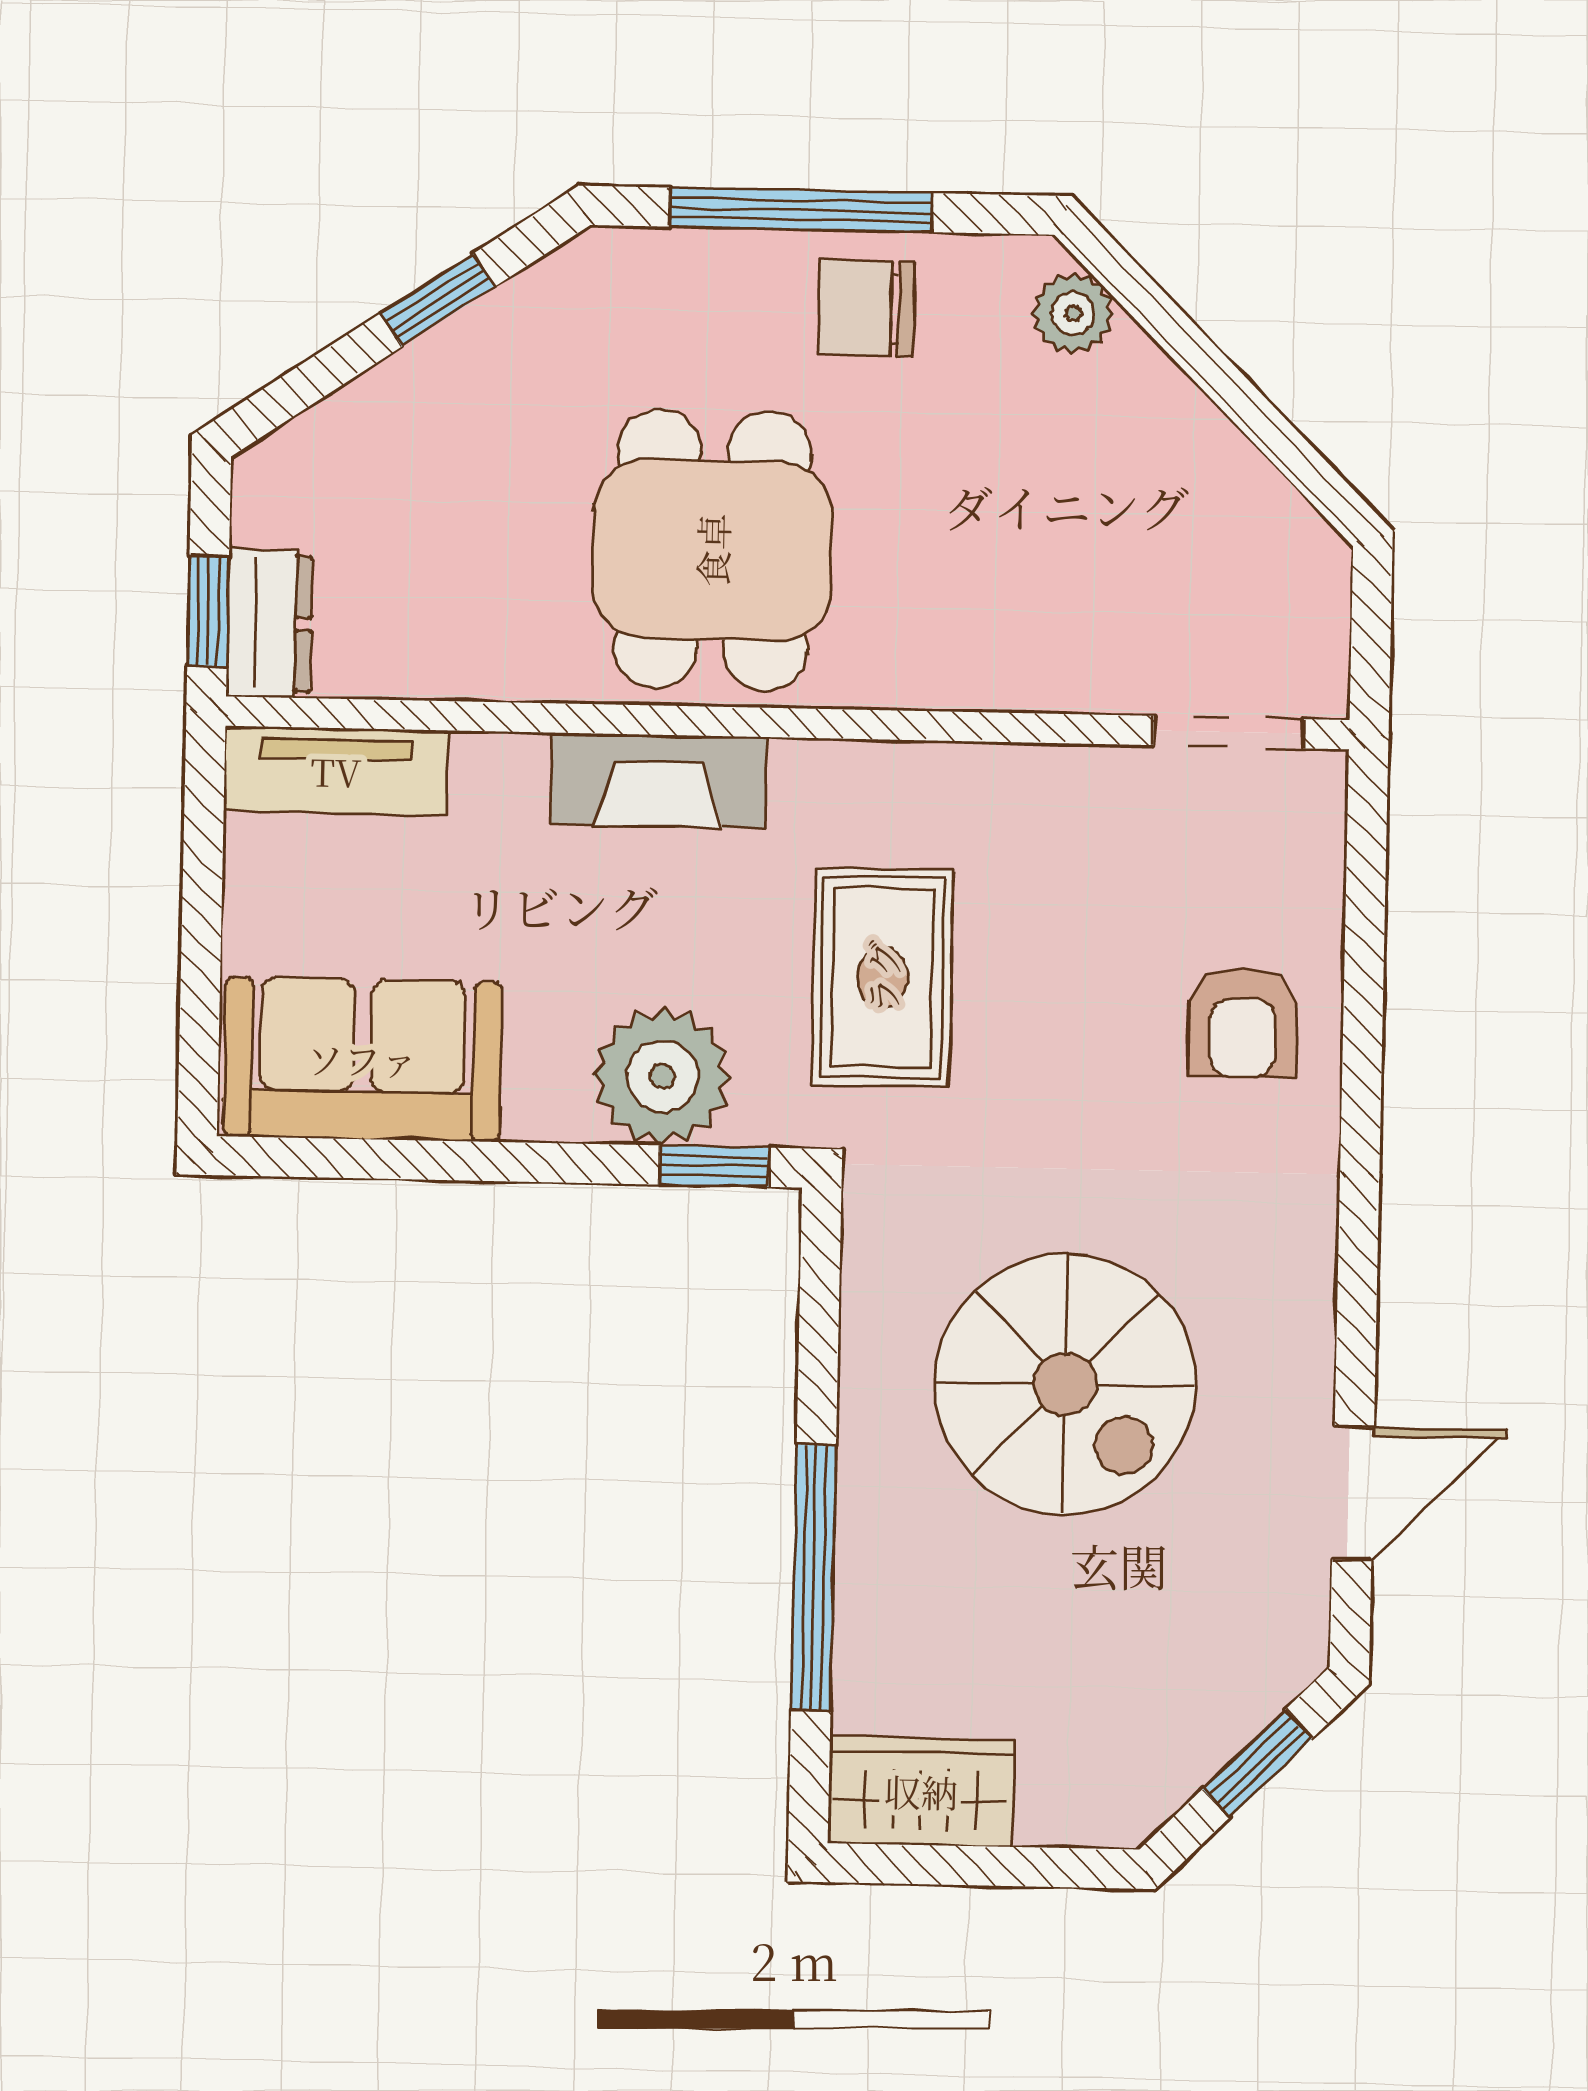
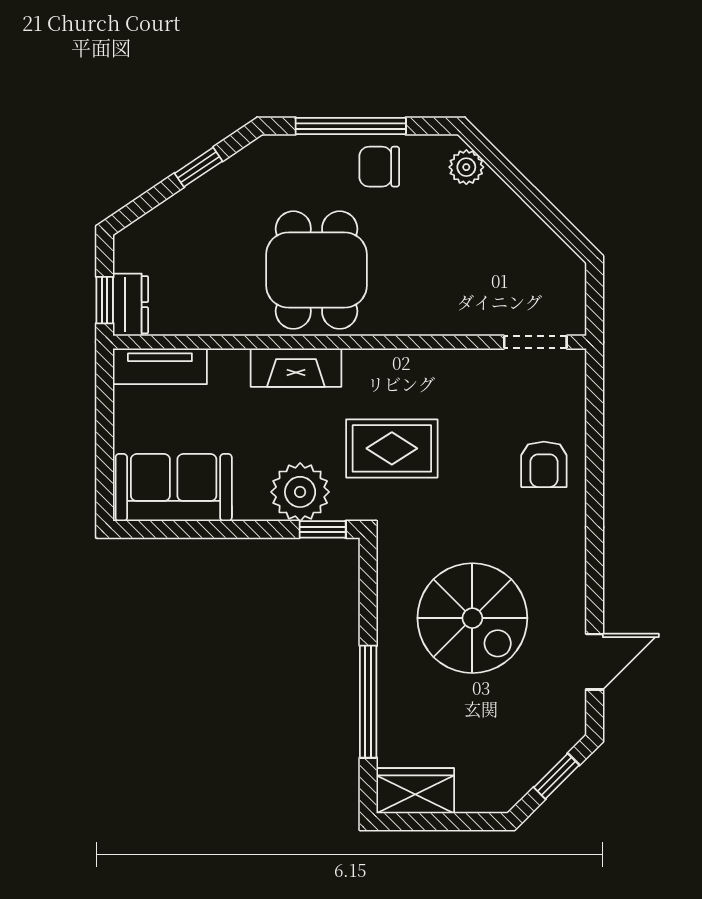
rug: (882, 977) -> (392, 448), turned 90

